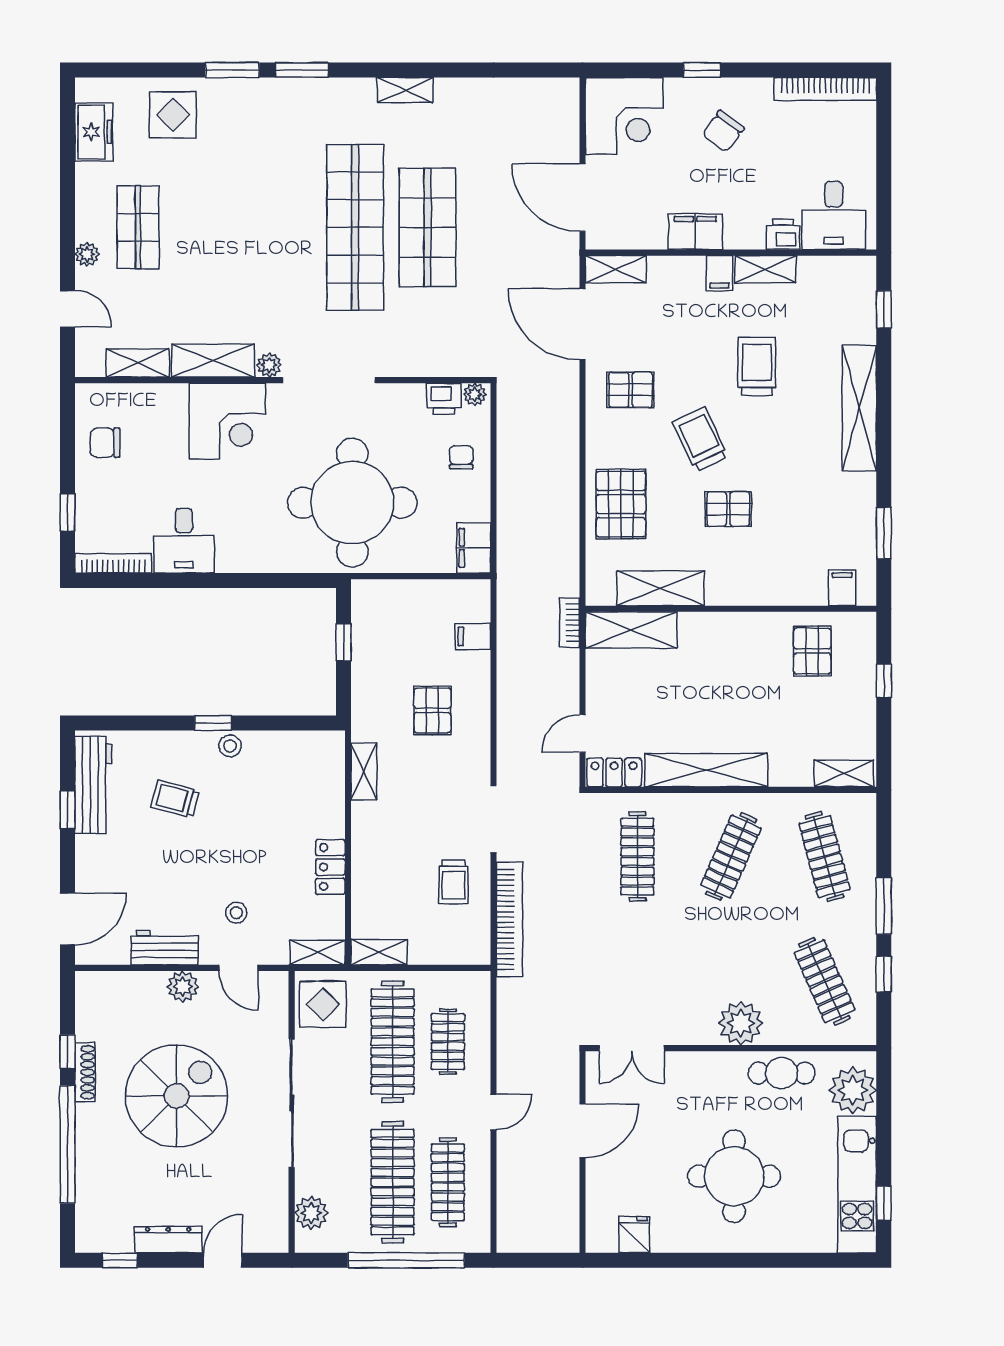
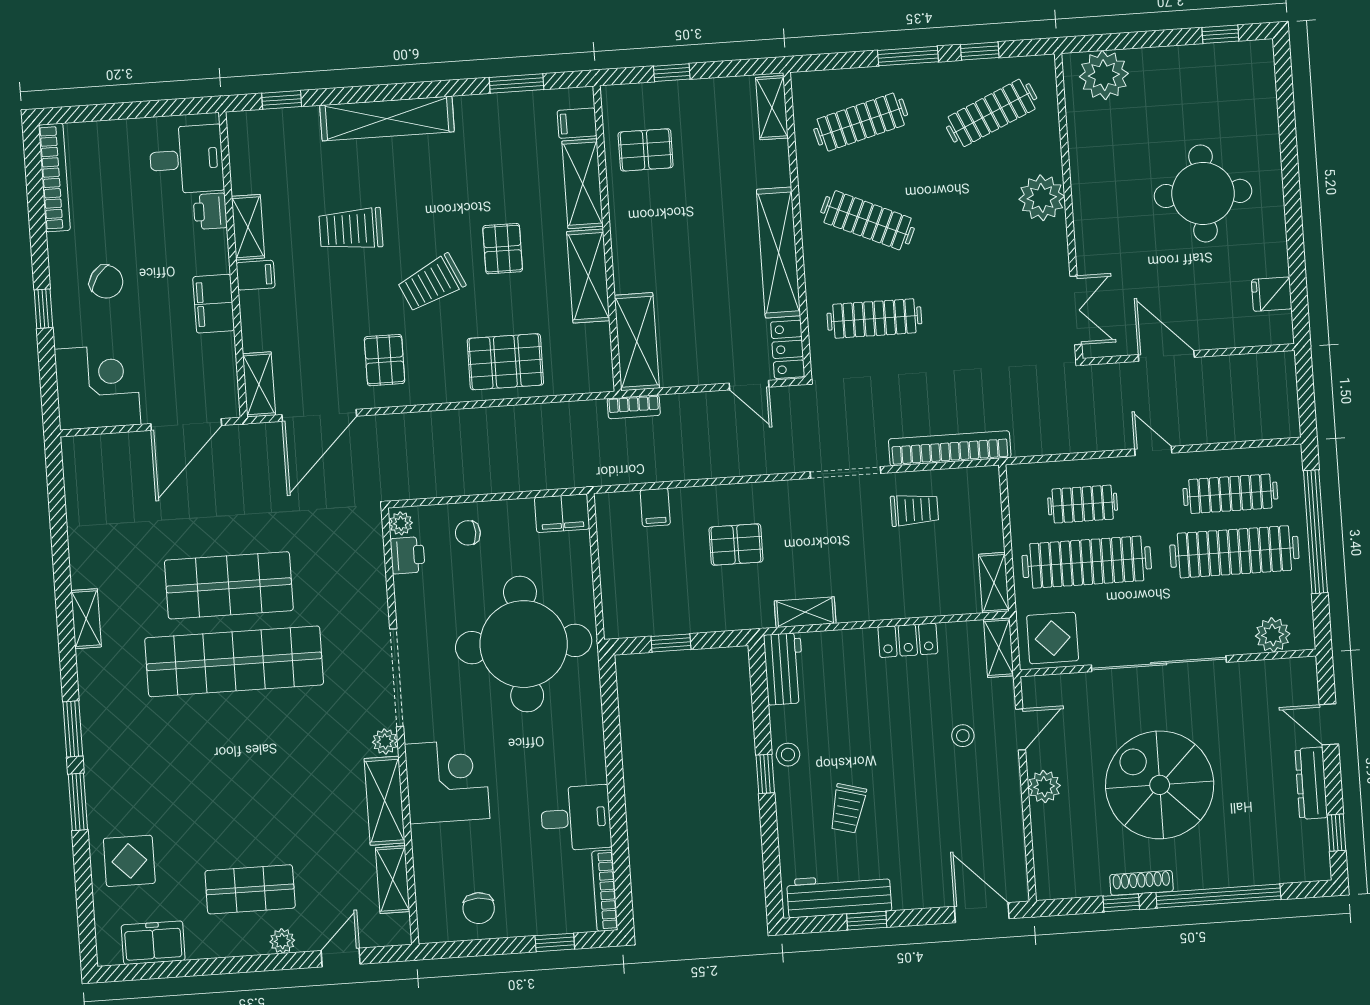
shelving: (660, 588) -> (588, 276), moved
shelving: (784, 589) -> (583, 184), added
workbench: (165, 948) -> (784, 669), moved, turned 180
cafe table: (782, 1073) -> (1091, 151), removed
kitchen unit: (857, 1184) -> (1203, 64), removed

